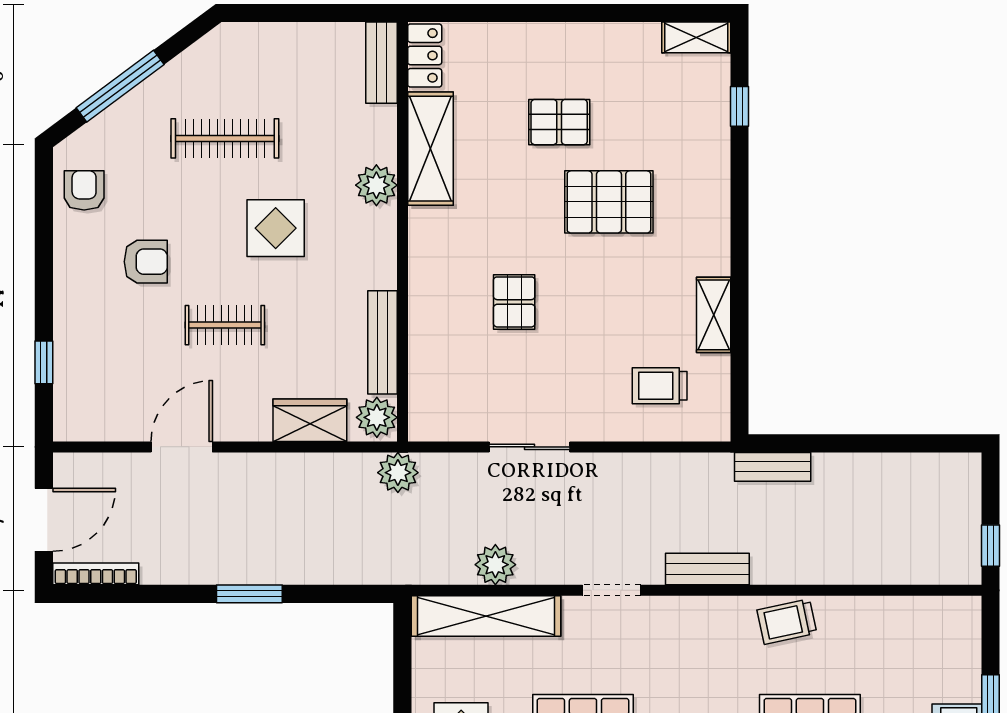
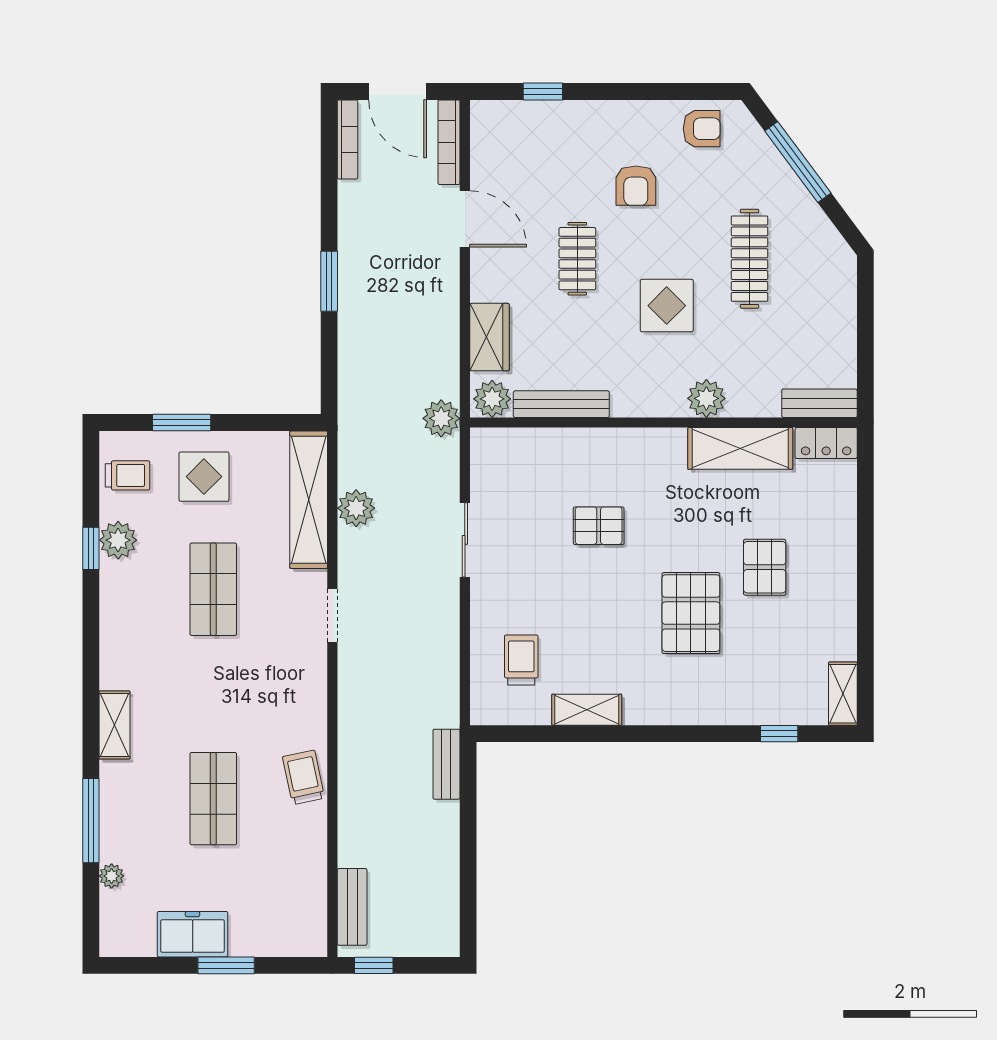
bookcase: (99, 464) -> (449, 142), added
bench: (707, 569) -> (352, 907), moved

